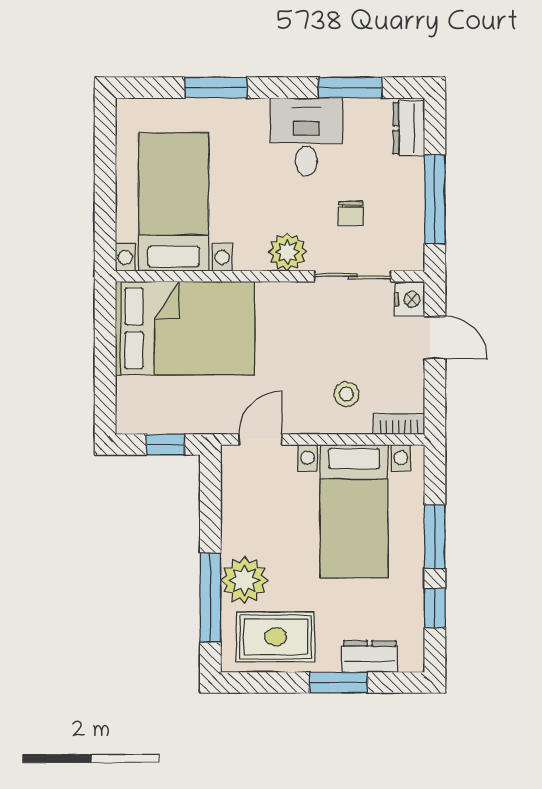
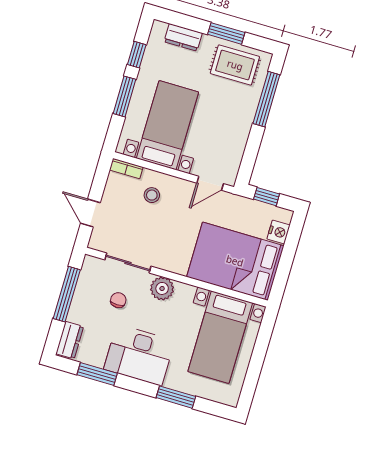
desk: (306, 137) -> (139, 355), width x1.37
nightstand: (410, 299) -> (278, 232), moved, turned 180
plant: (244, 580) -> (244, 103), removed
window: (339, 682) -> (226, 33), moved

